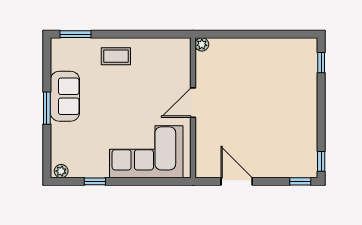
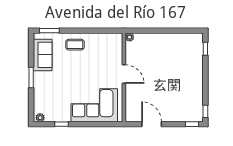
sofa: (65, 96) -> (43, 55), moved
door: (193, 103) -> (124, 74), swing flipped

